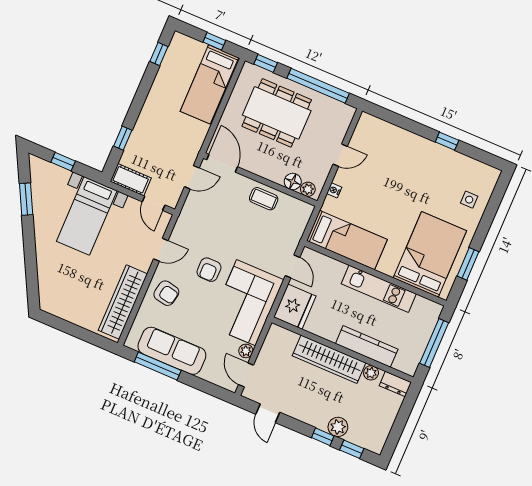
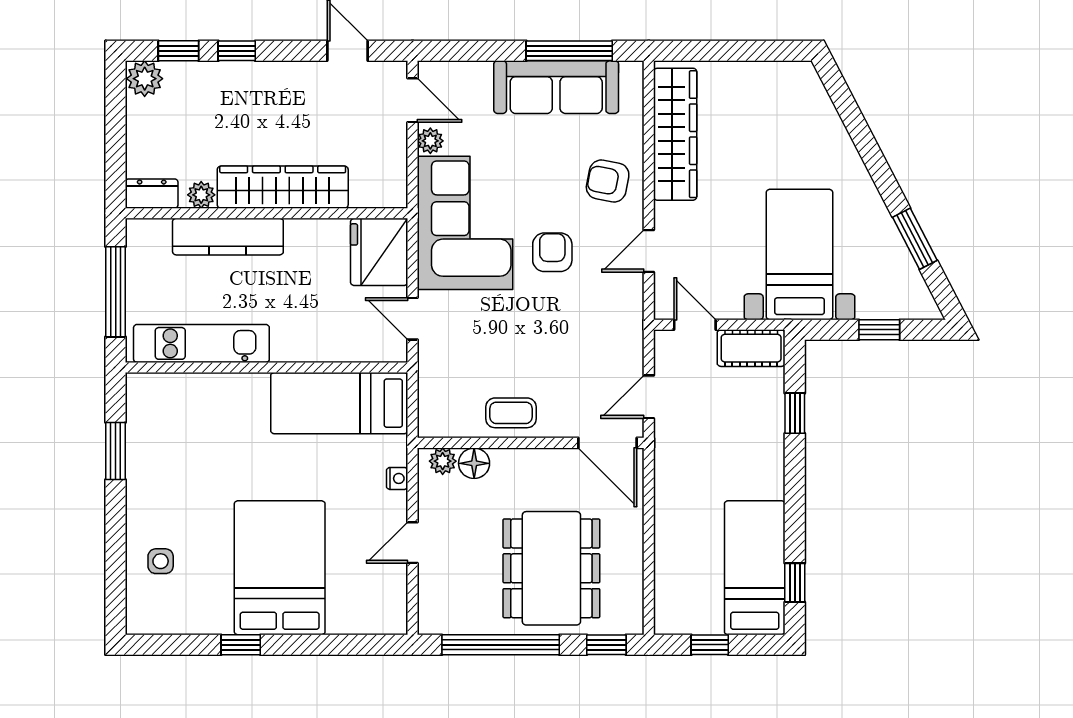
bed: (209, 84) -> (755, 568), moved
dining table: (277, 113) -> (551, 568), turned 90
bed: (430, 254) -> (280, 568), moved, turned 180
kitchen unit: (379, 289) -> (201, 343), moved
plant: (338, 427) -> (145, 79), moved

